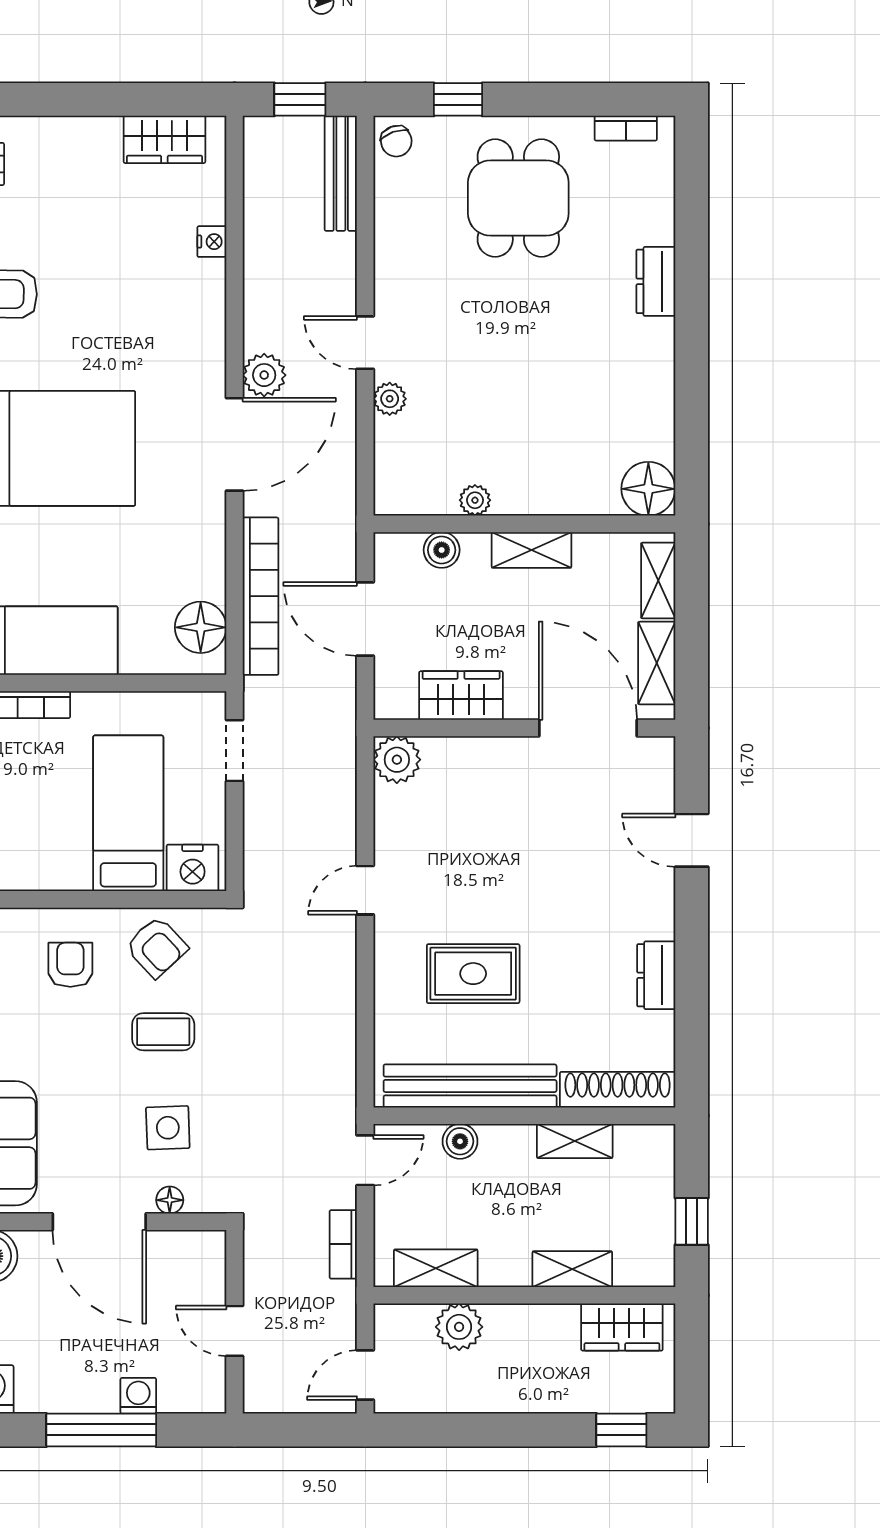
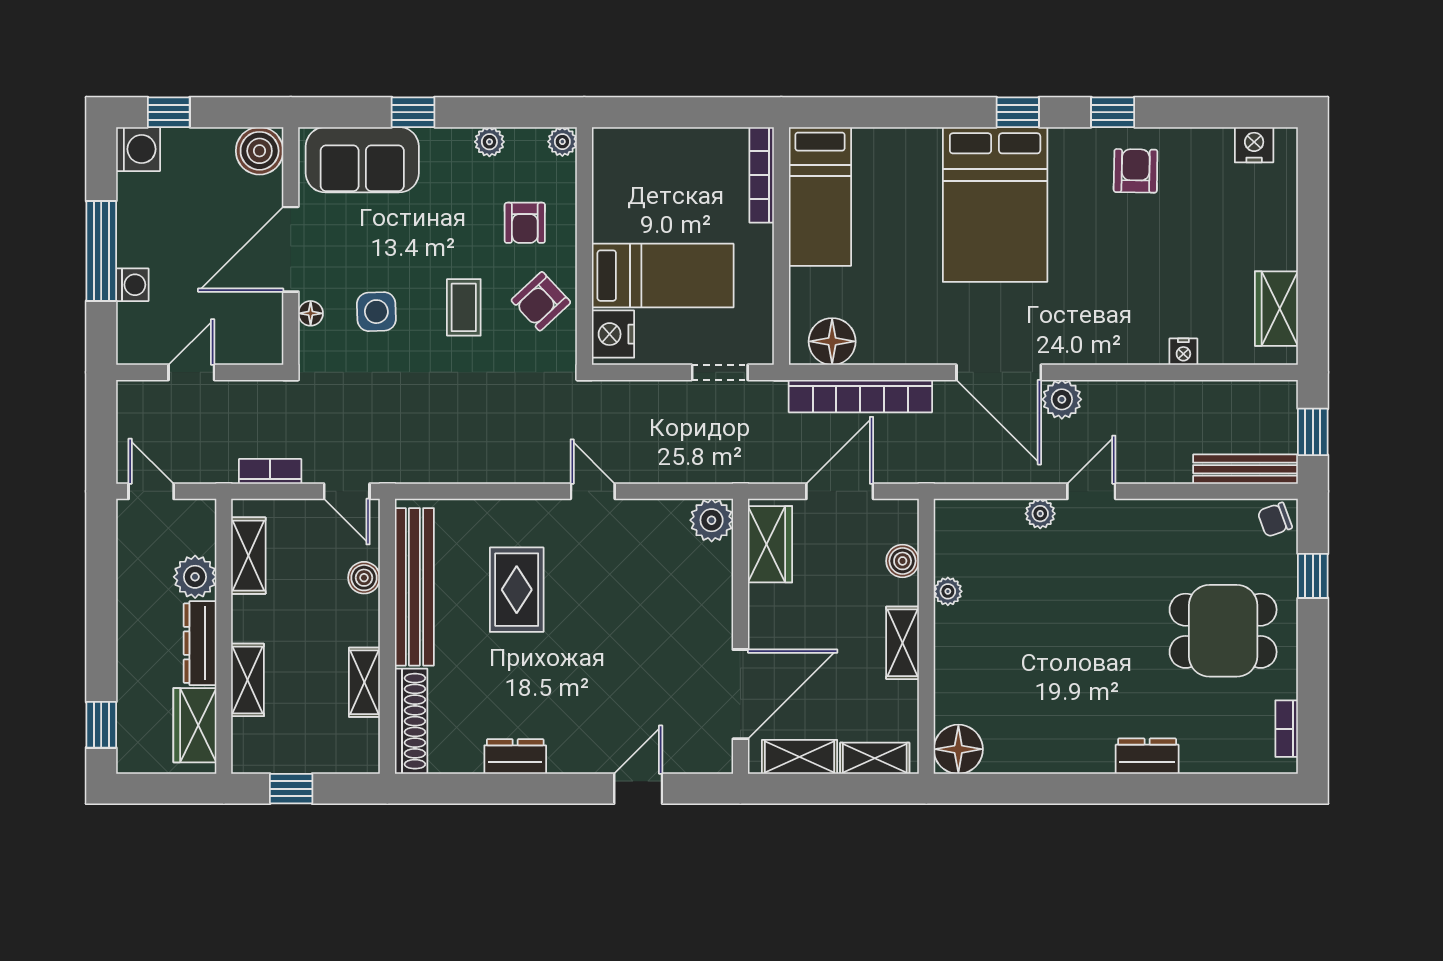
wardrobe: (461, 695) -> (770, 544), moved
armchair: (70, 965) -> (525, 223), turned 90
dresser: (532, 1321) -> (200, 643), added

